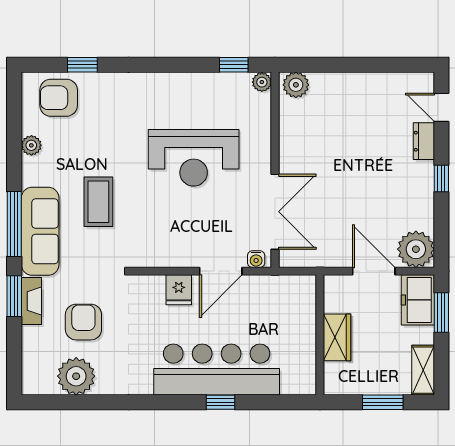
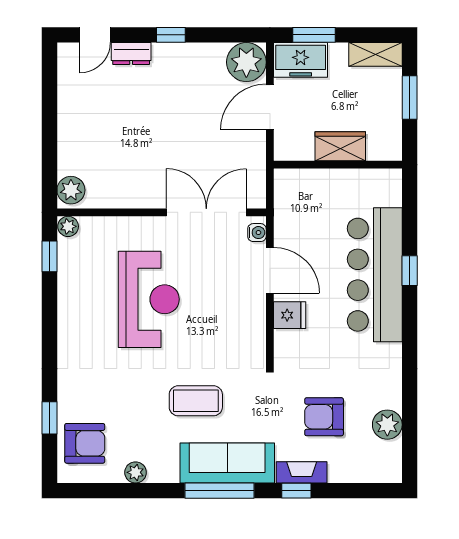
armchair: (59, 98) -> (85, 443), turned -90
window: (14, 296) -> (296, 491), width x0.67
plant: (76, 376) -> (387, 425), width x0.73, depth x0.73

